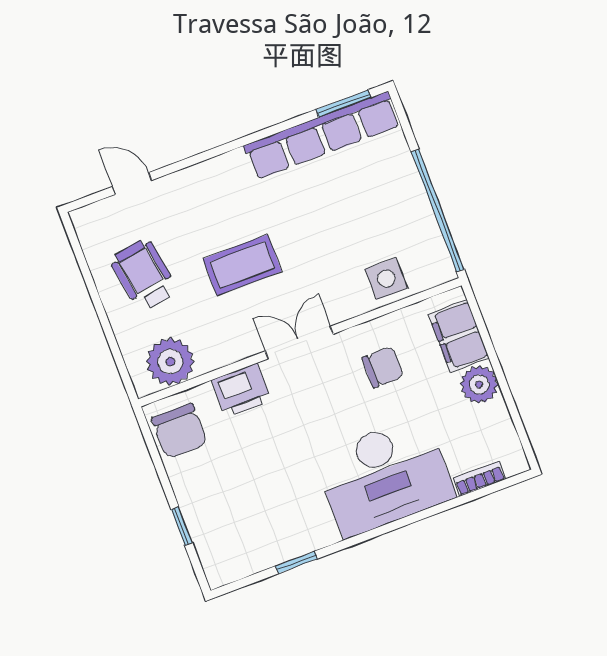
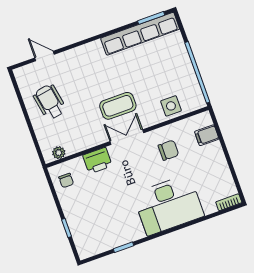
coffee table: (242, 265) -> (118, 106), moved
filing cabinet: (459, 336) -> (207, 135), width x0.50
plant: (170, 362) -> (59, 153), width x0.53, depth x0.53
plant: (479, 384) -> (217, 160), removed
chair: (180, 431) -> (66, 180), width x0.54, depth x0.54
bookcase: (479, 479) -> (229, 202), moved

